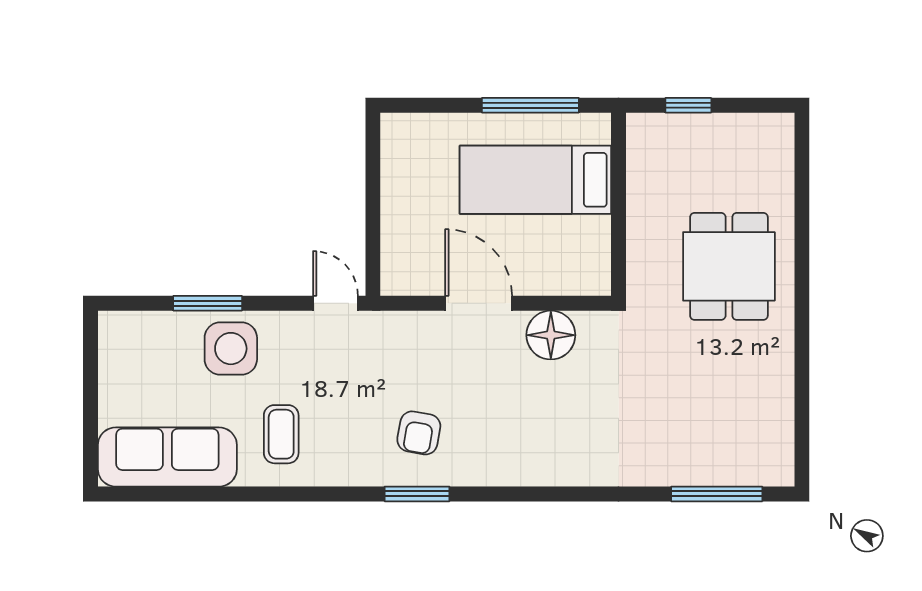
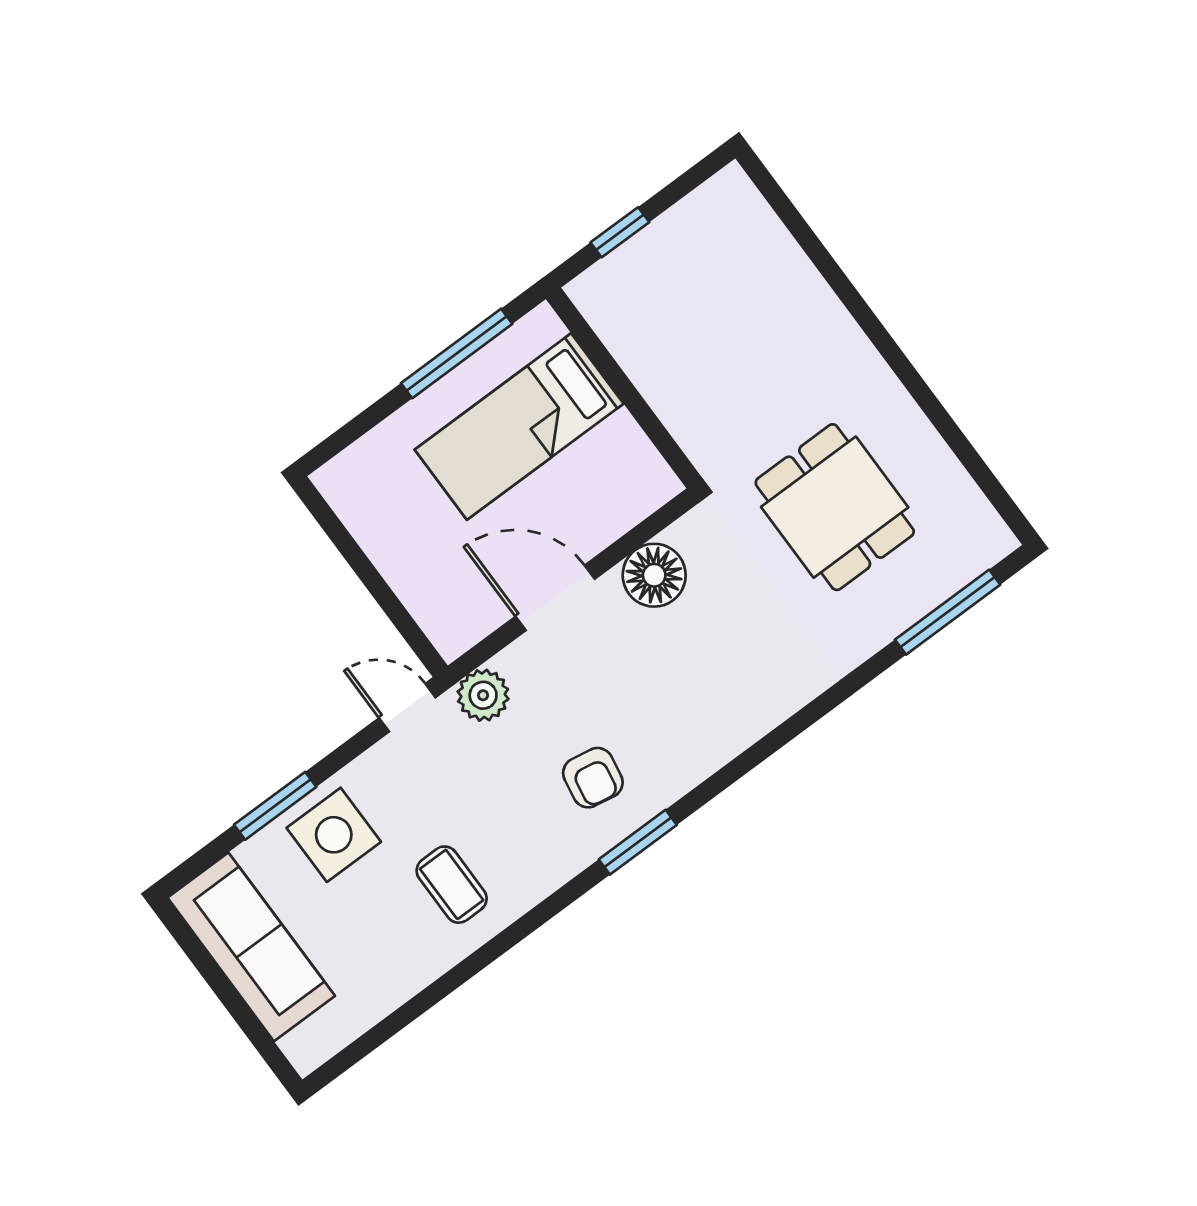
dining table: (729, 266) -> (835, 507), moved
plant: (389, 331) -> (483, 695), added
sofa: (167, 457) -> (251, 947), moved, turned 90

